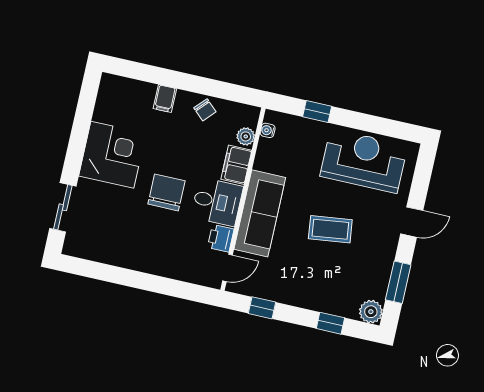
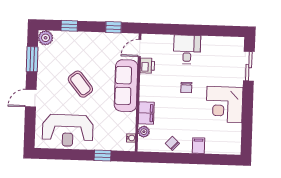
chair: (166, 192) -> (186, 88), width x0.54, depth x0.54
desk: (217, 202) -> (187, 49), moved, turned 90
coffee table: (330, 229) -> (80, 84), turned 58

